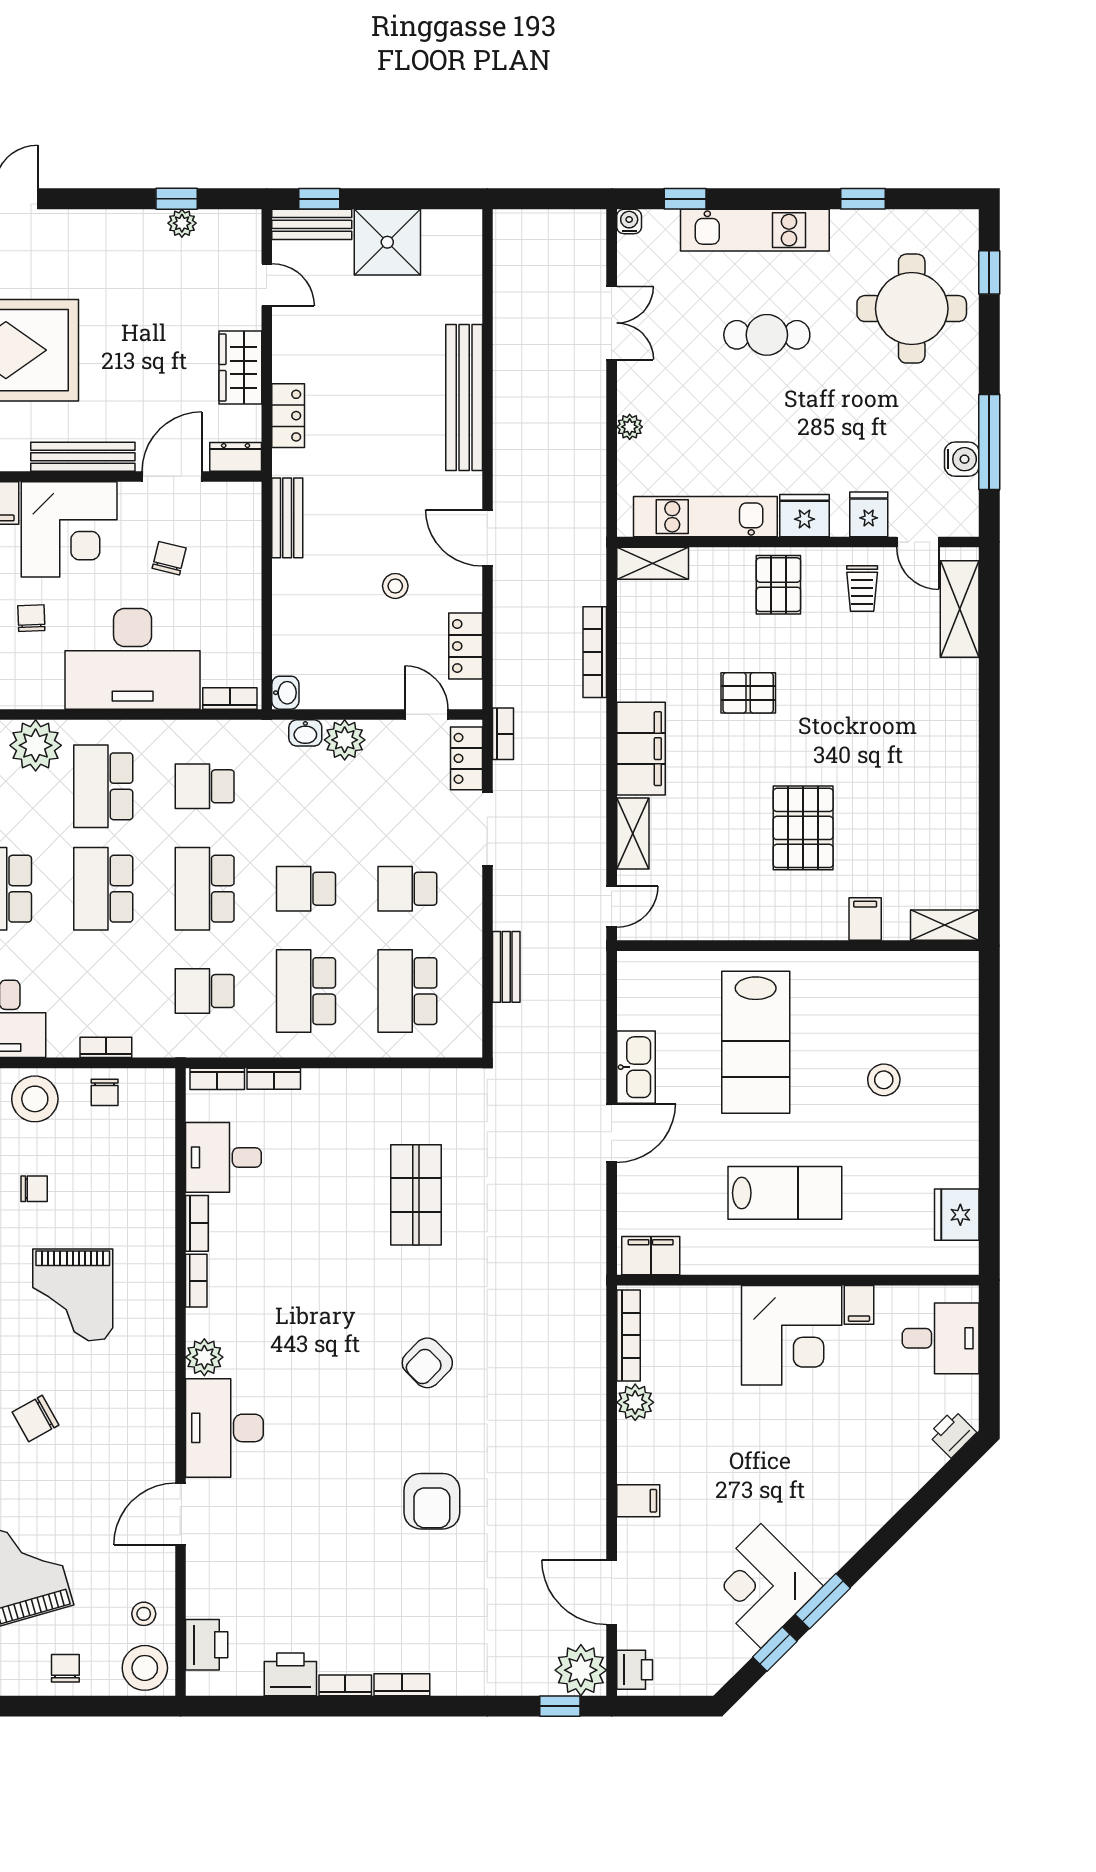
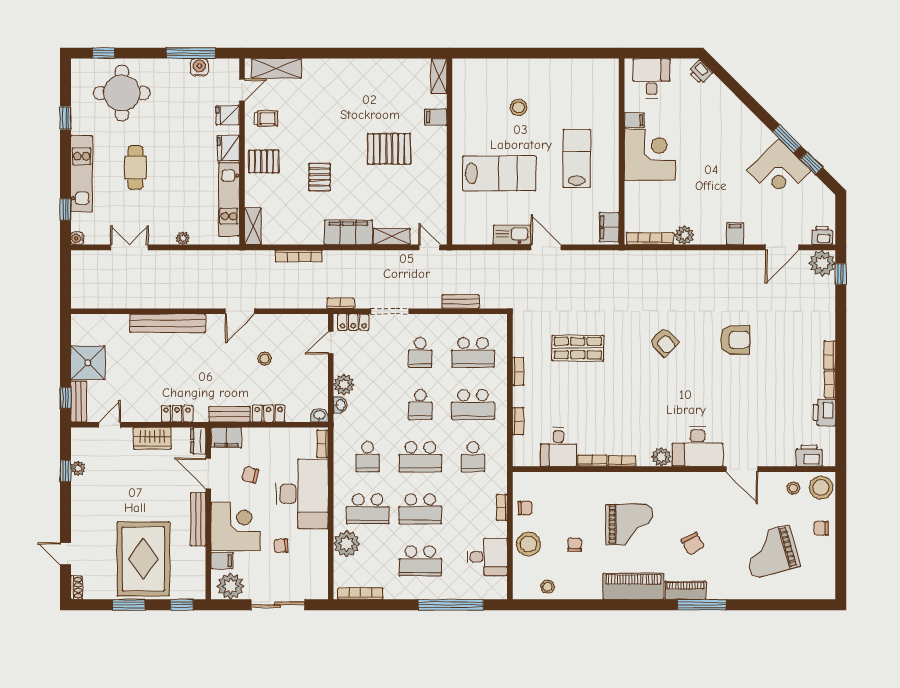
filing cabinet: (242, 511) -> (226, 438), added
locker: (466, 646) -> (269, 413), moved, turned 180
bookcase: (217, 1079) -> (518, 371), moved
fridge: (957, 1215) -> (588, 70), removed

